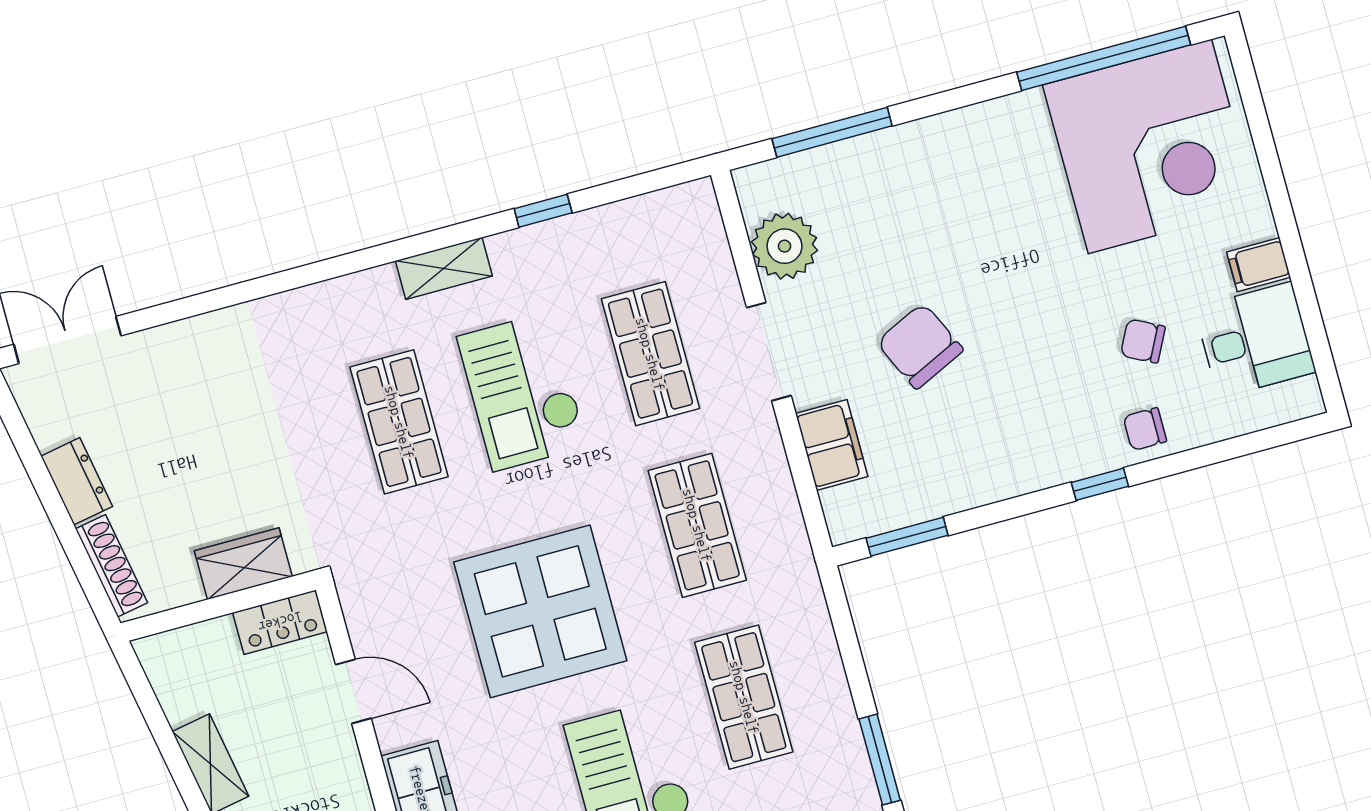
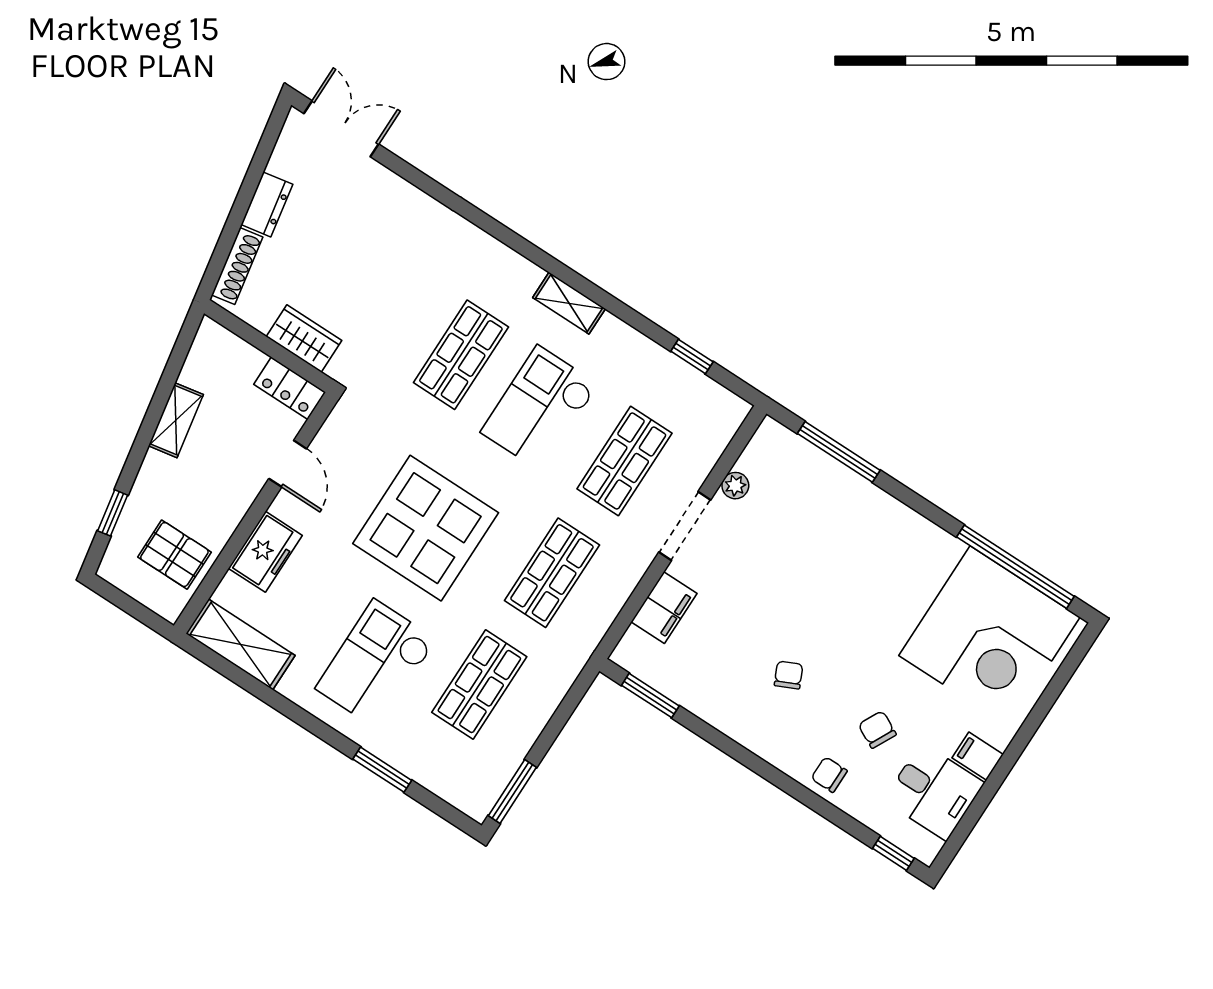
window: (543, 211) -> (692, 357), moved
plant: (784, 246) -> (735, 486), width x0.53, depth x0.53
chair: (920, 346) -> (789, 675), moved, width x0.54, depth x0.54
window: (1100, 484) -> (893, 853), moved

